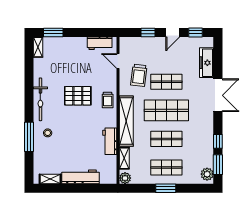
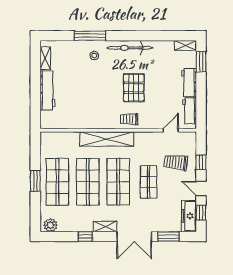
freezer: (207, 63) -> (189, 216), moved, turned -90
trolley: (139, 75) -> (176, 162), moved
shop shelf: (166, 139) -> (88, 182), width x1.43, depth x1.36
workbench: (110, 141) -> (189, 83), moved, turned -90
shelving: (124, 158) -> (105, 227), moved
window: (218, 165) -> (168, 237), moved
shop shelf: (166, 168) -> (57, 182), width x1.43, depth x1.36
plant: (125, 178) -> (46, 138), removed

